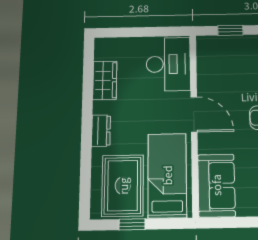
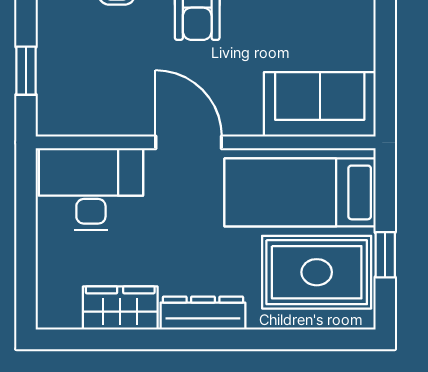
door: (194, 114) -> (189, 142), hinge flipped
dresser: (101, 131) -> (203, 313), width x1.44

